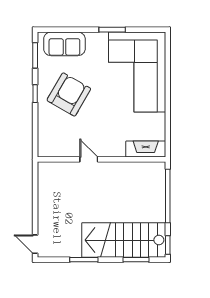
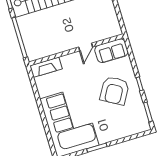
sofa: (64, 44) -> (111, 51), moved, turned 180
door: (89, 159) -> (86, 47), hinge flipped

